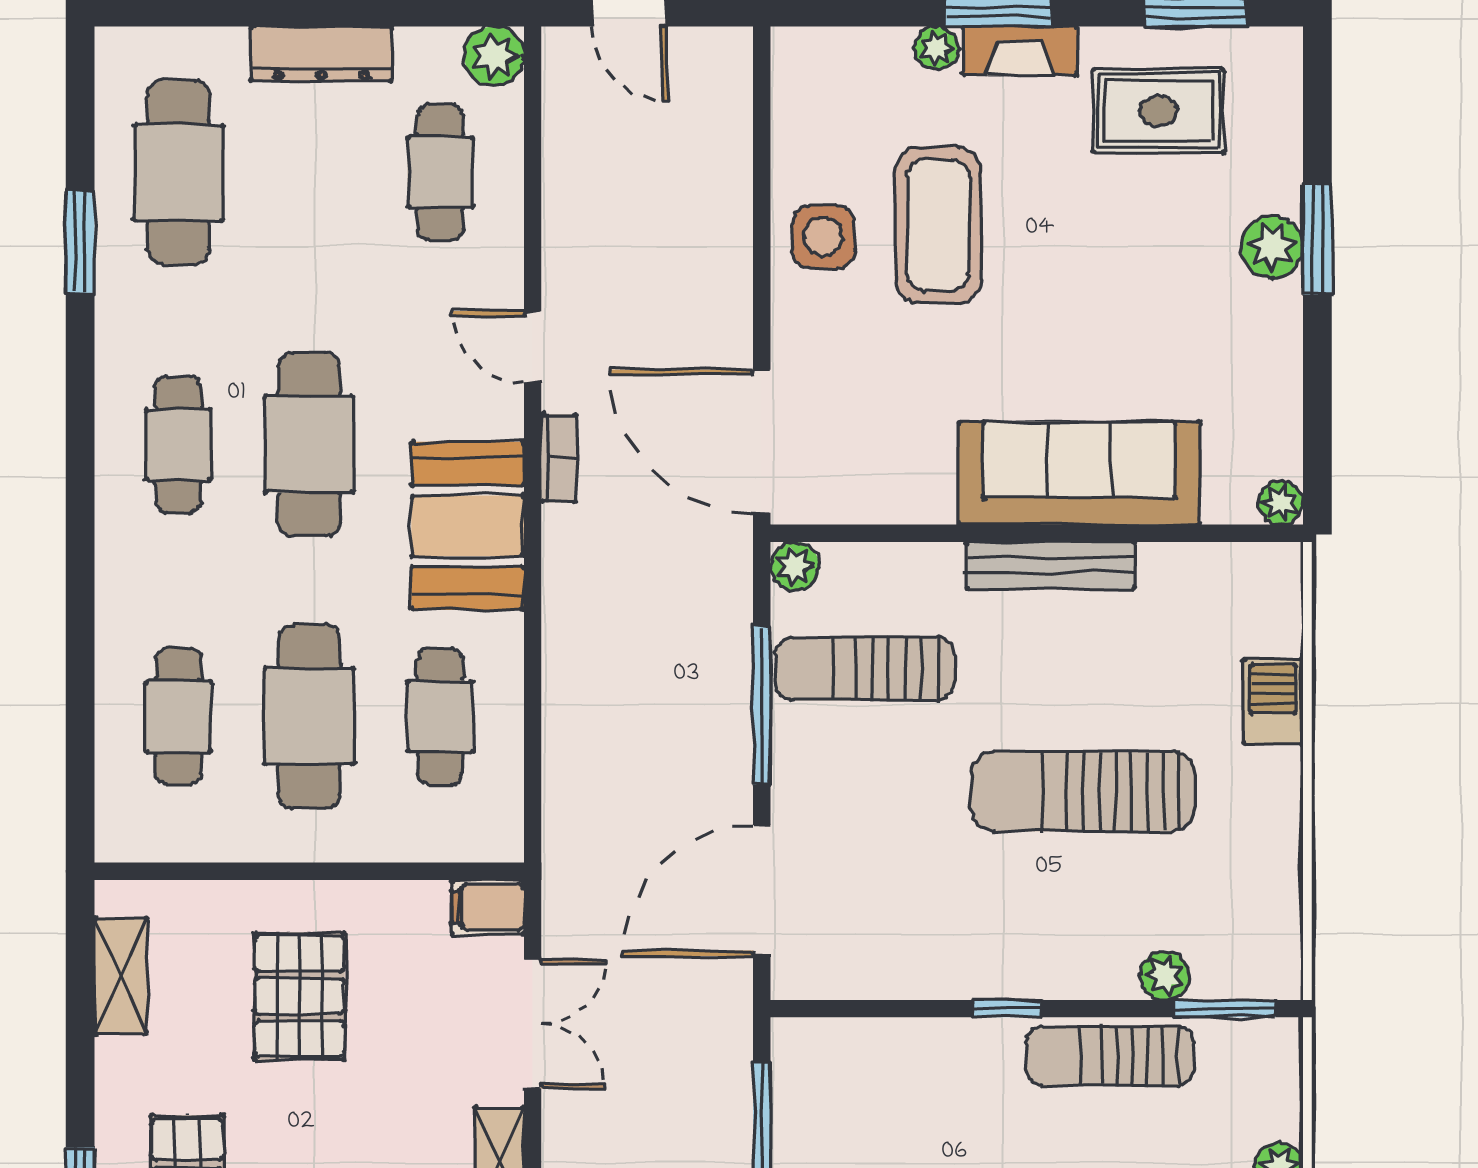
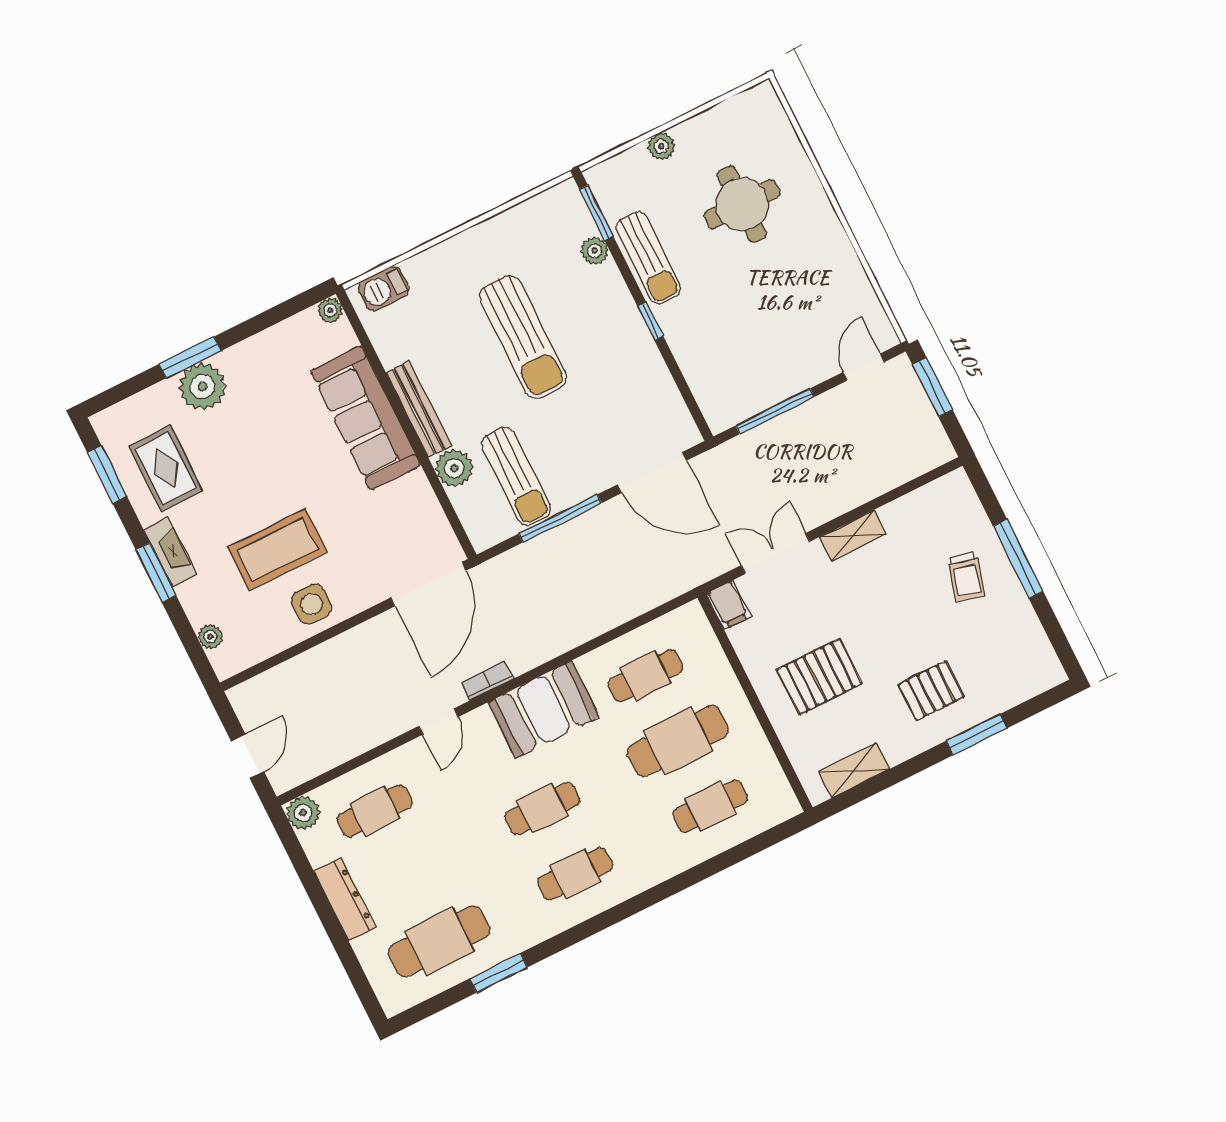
plant: (936, 48) -> (210, 637), moved
plant: (1272, 247) -> (202, 387), width x1.36, depth x1.36
cafe table: (309, 444) -> (542, 809), width x0.73, depth x0.74
plant: (795, 566) -> (454, 468), moved, width x1.38, depth x1.38
barbecue: (1273, 702) -> (384, 289), moved

